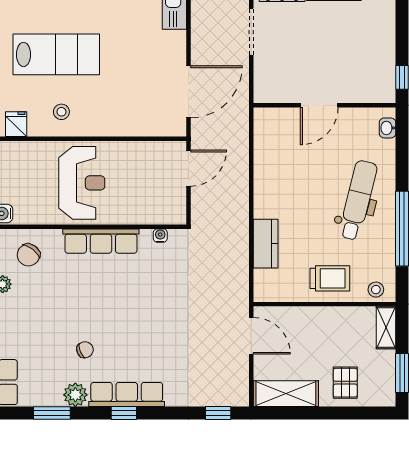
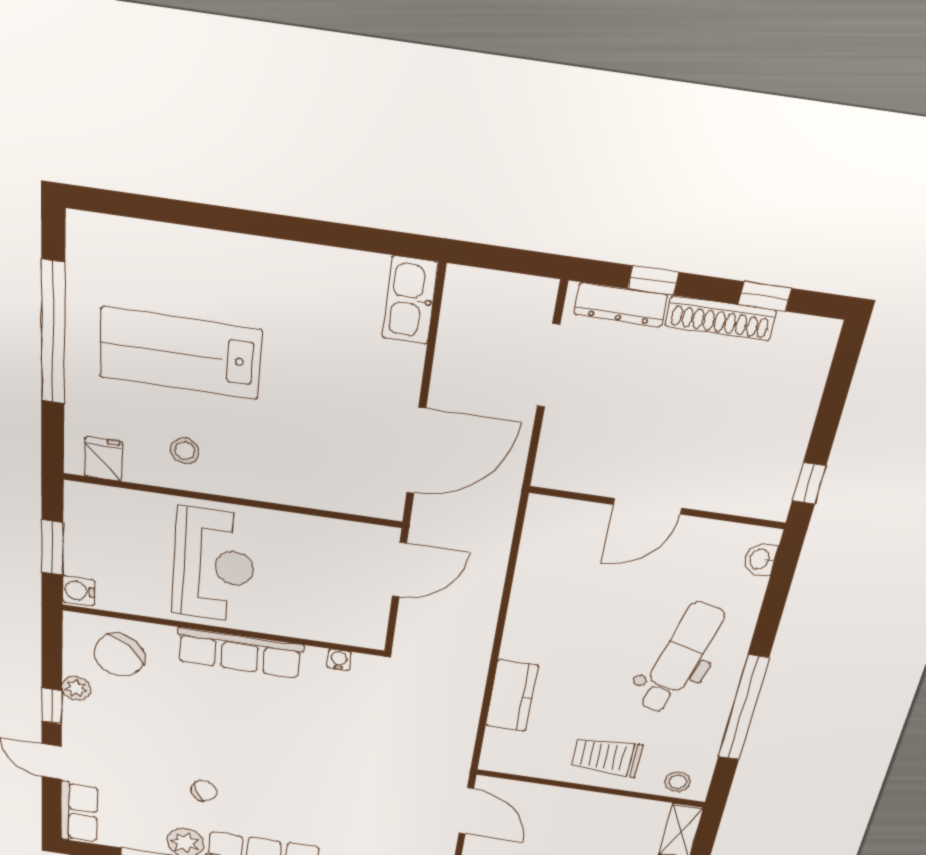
lab bench: (56, 54) -> (180, 353), turned 180
chair: (28, 255) -> (119, 655), width x1.37, depth x1.37
trolley: (330, 278) -> (607, 757), turned 180

